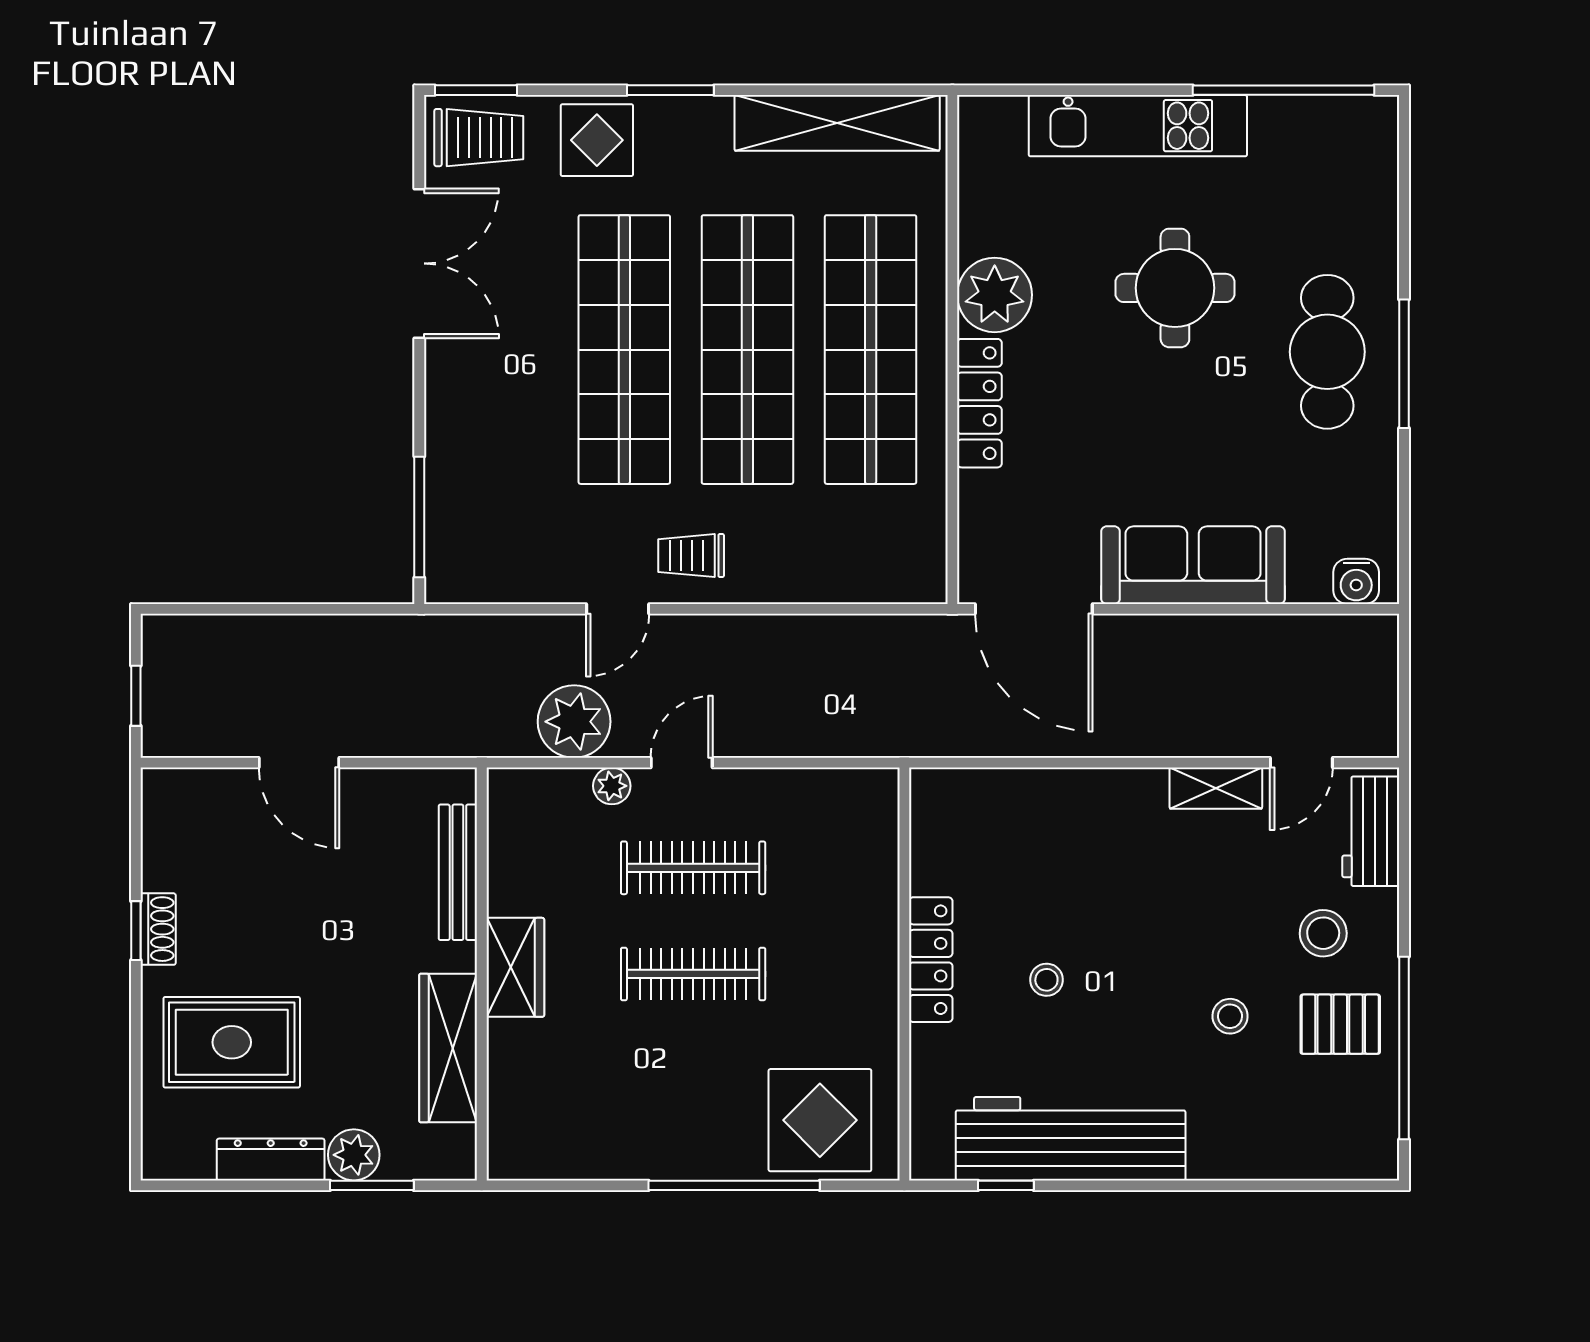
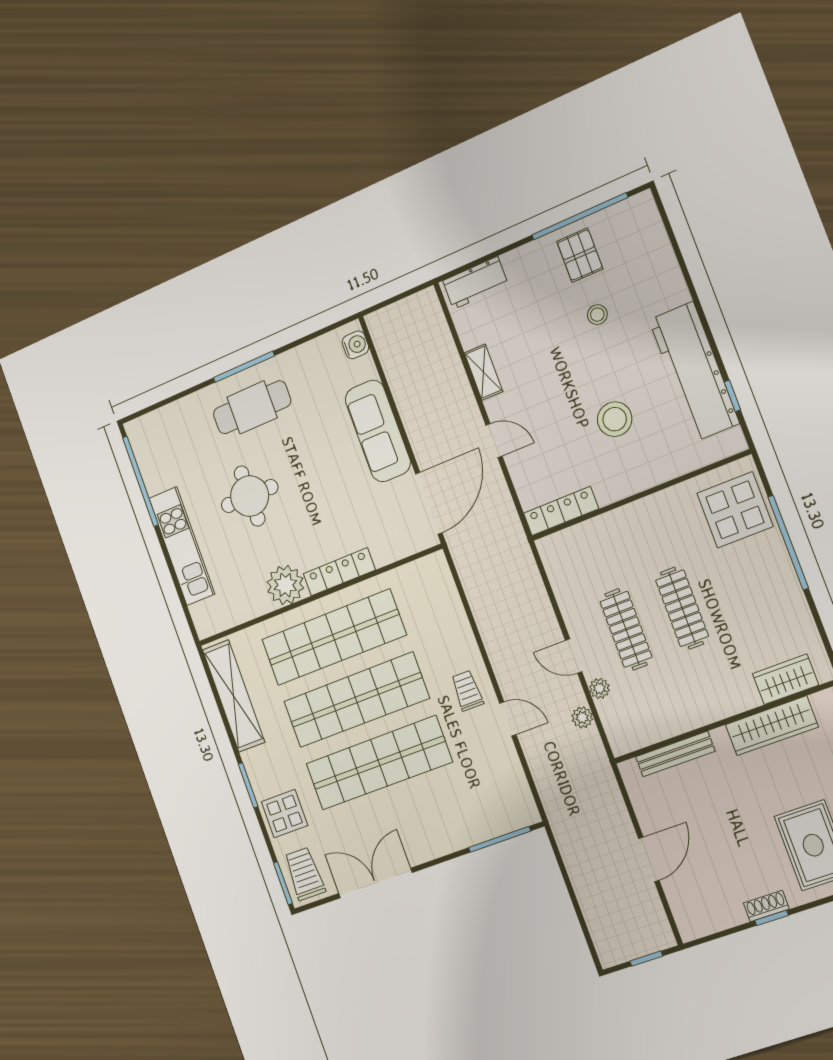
trolley: (691, 556) -> (467, 691), turned 180
plant: (574, 722) -> (582, 717), width x0.53, depth x0.53
door: (1301, 763) -> (494, 441), moved
stool: (1323, 933) -> (536, 285), removed
locker: (931, 960) -> (561, 511), moved
wardrobe: (515, 967) -> (786, 679), moved
stool: (1046, 980) -> (615, 419), width x1.89, depth x1.89

